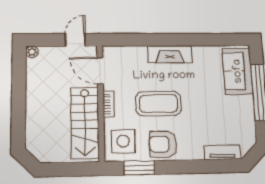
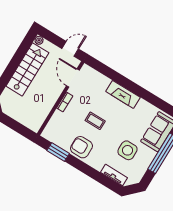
coffee table: (158, 104) -> (95, 121), width x0.54, depth x0.58
stairs: (85, 123) -> (27, 69), moved, turned 180
side table: (123, 141) -> (127, 150), moved

